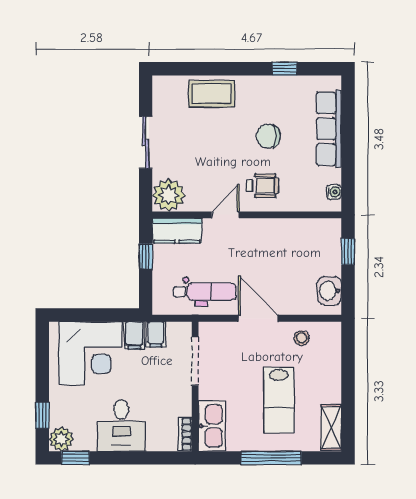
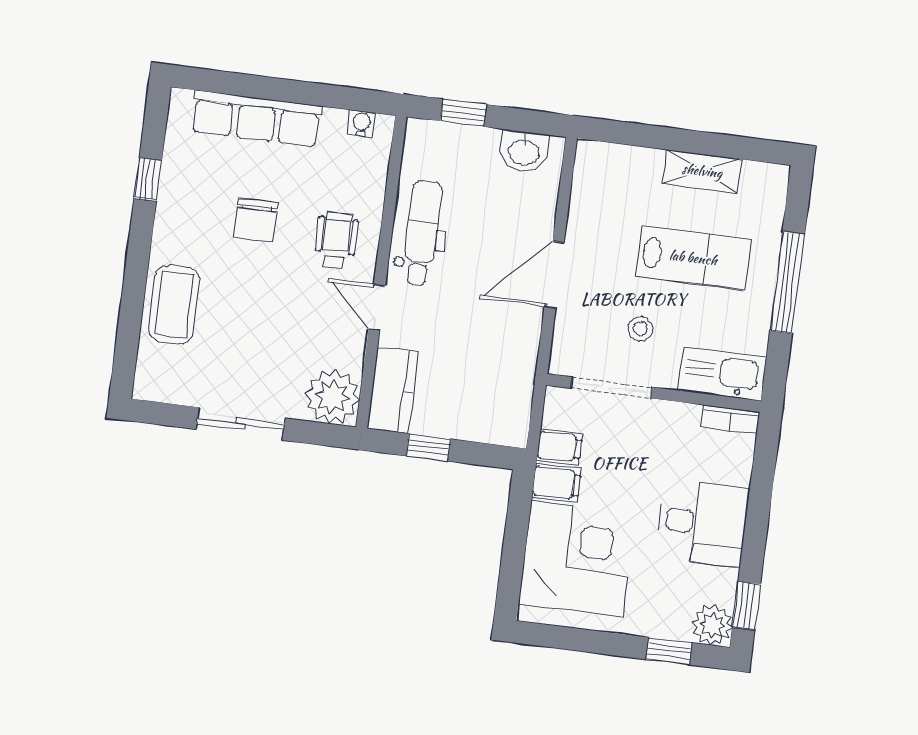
dental chair: (205, 292) -> (422, 233), moved
stool: (302, 338) -> (640, 329), moved
shelving: (331, 427) -> (702, 171), moved

